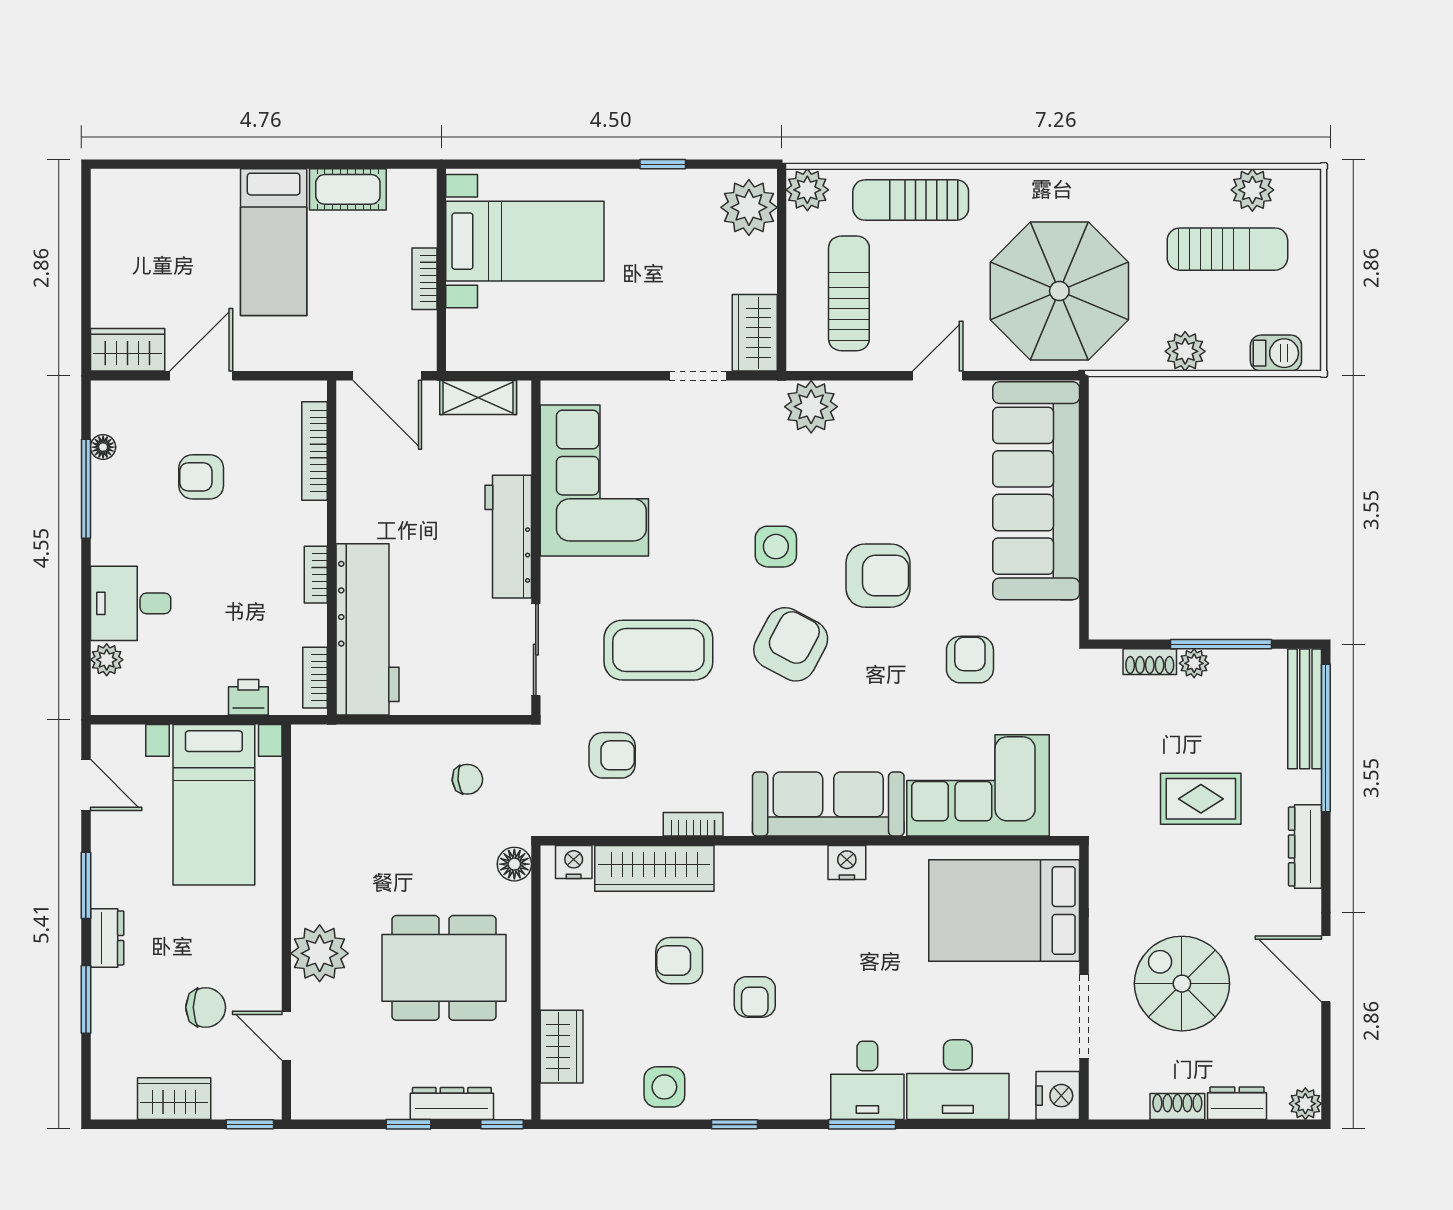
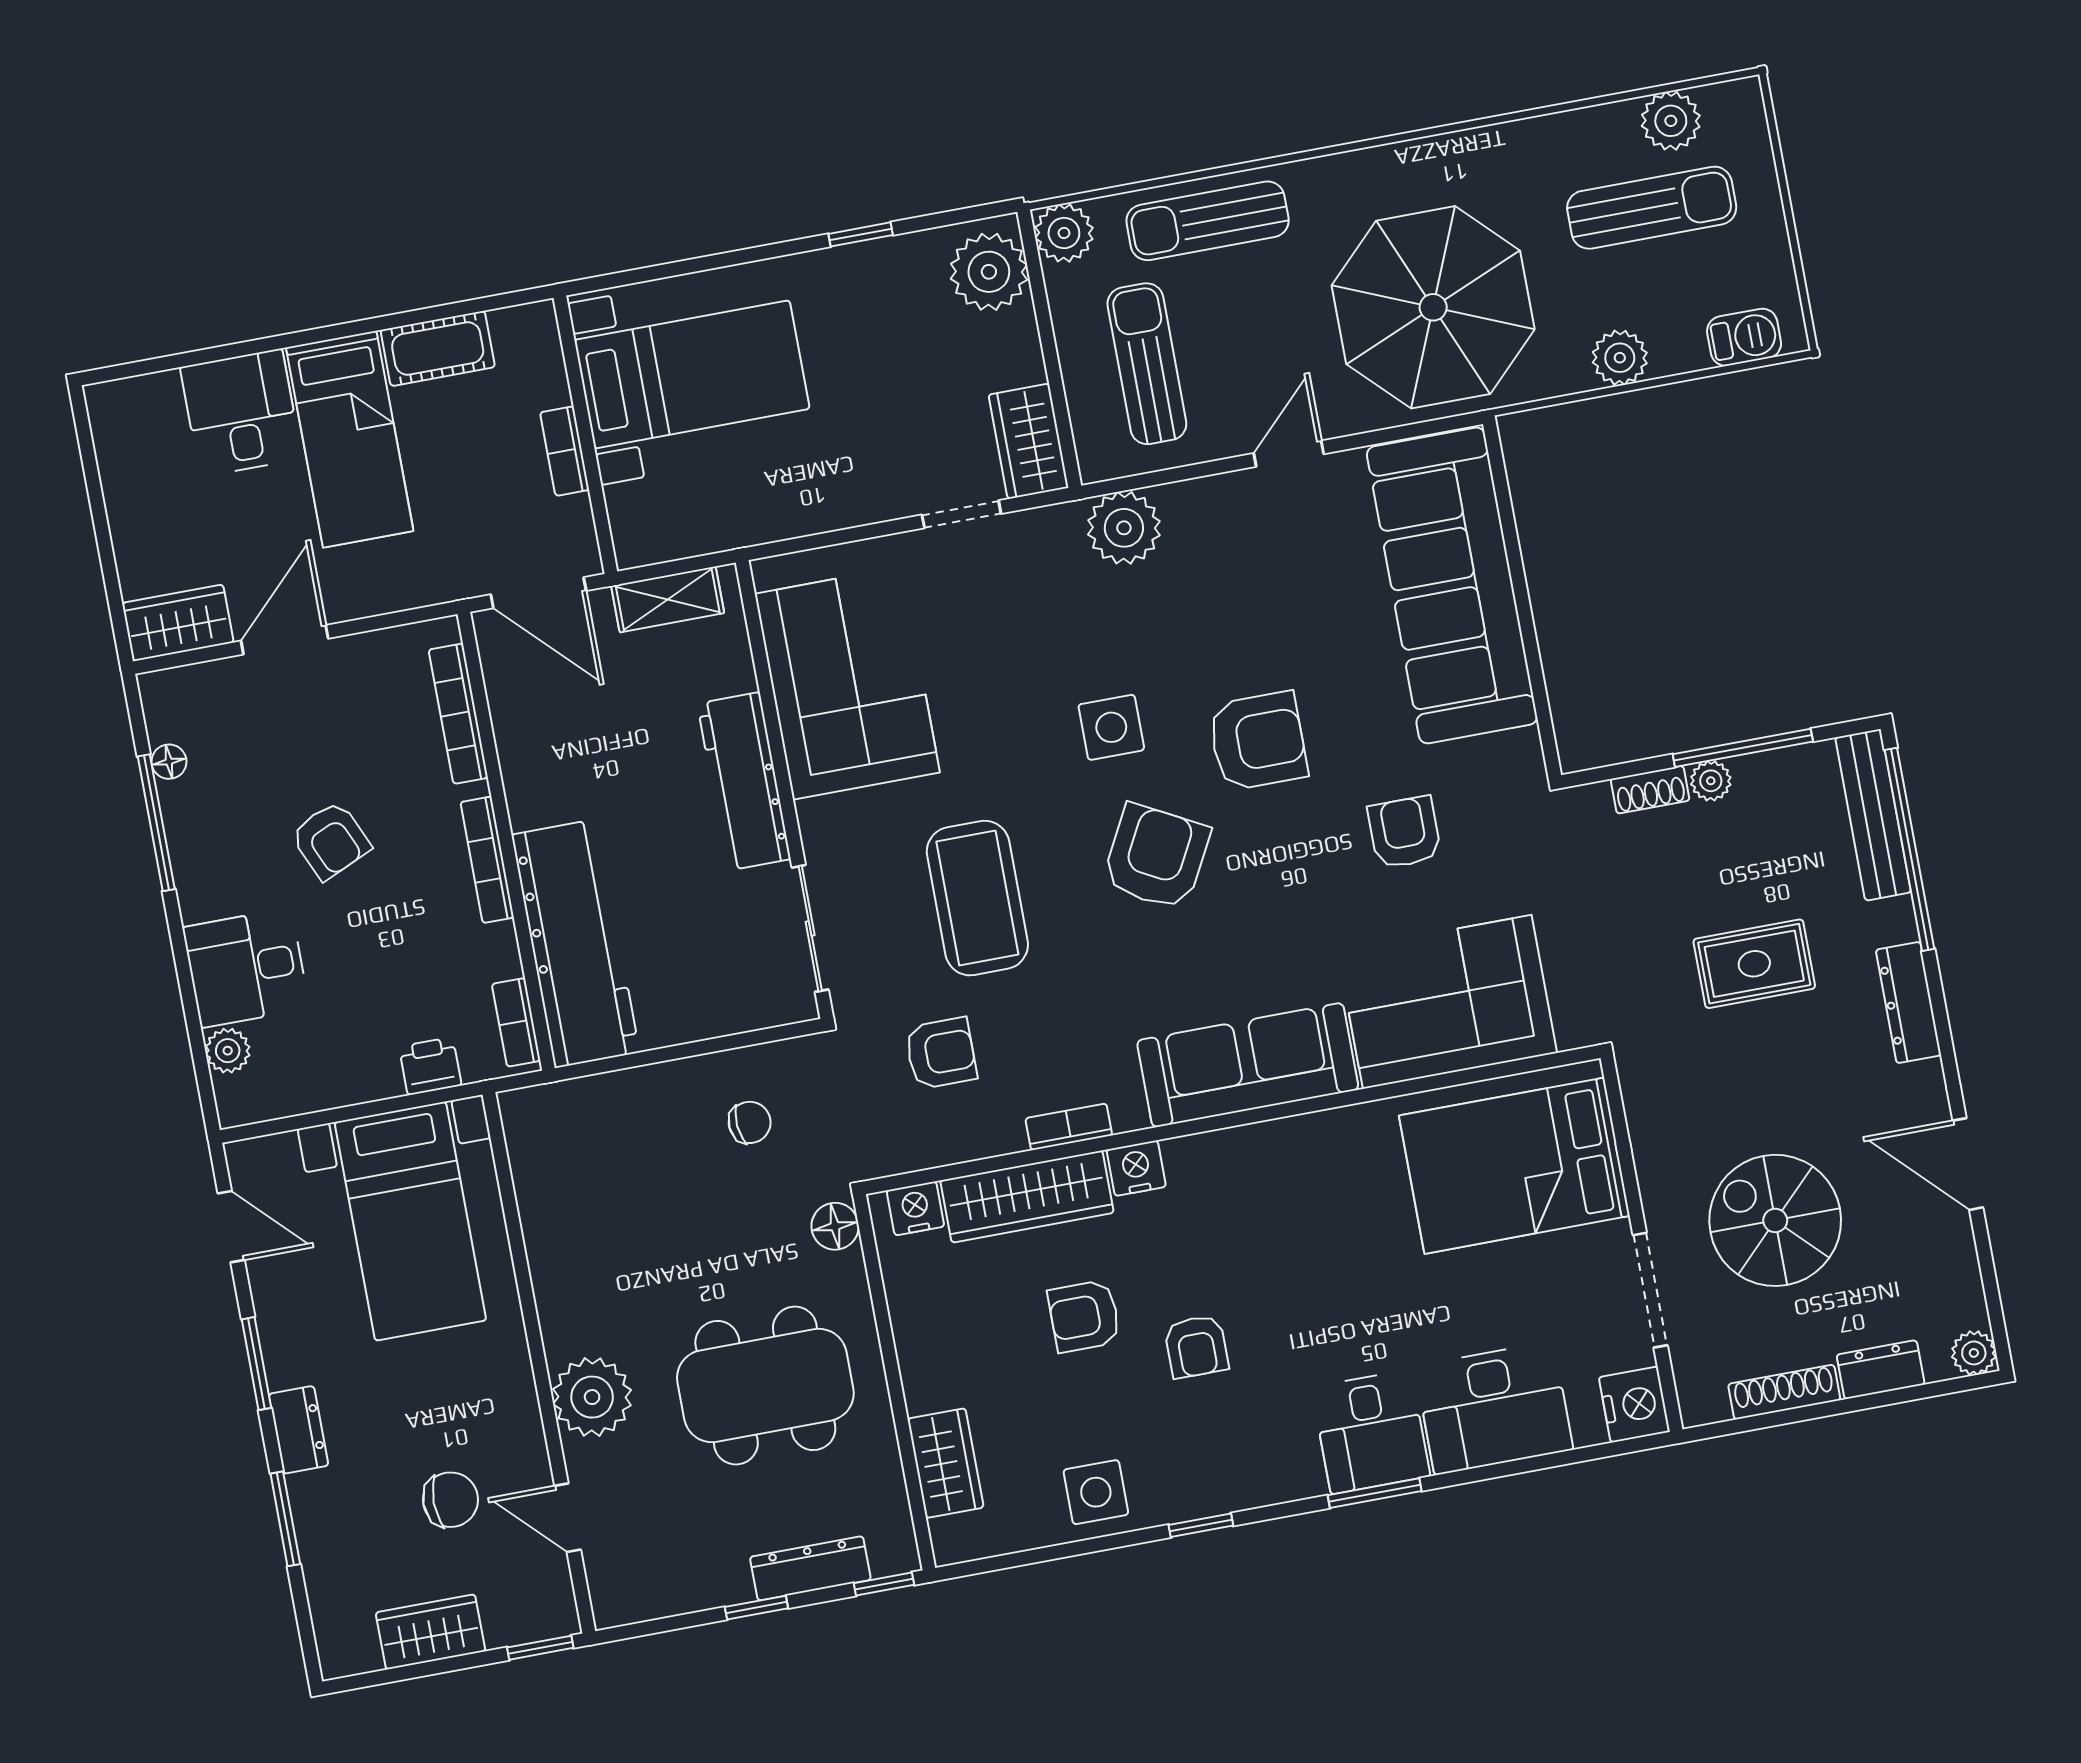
desk: (200, 209) -> (241, 413), added
armchair: (201, 477) -> (331, 840), moved, turned -114
bookcase: (316, 575) -> (487, 860), width x1.56
coffee table: (658, 650) -> (977, 898), turned 90
nightstand: (847, 862) -> (1136, 1168), moved
shoe rack: (1177, 1107) -> (1784, 1392), width x1.43

